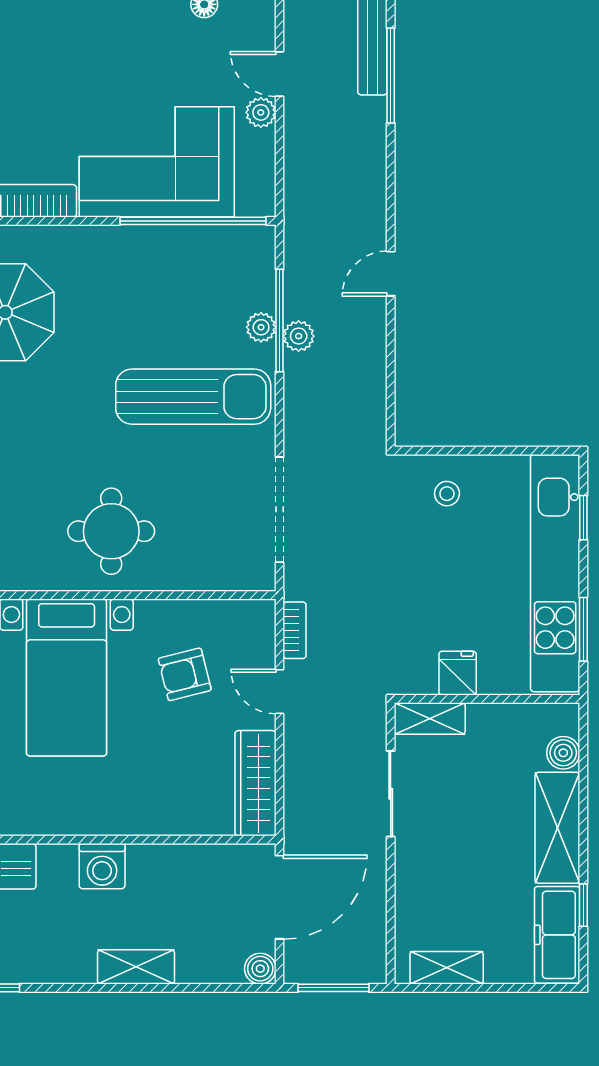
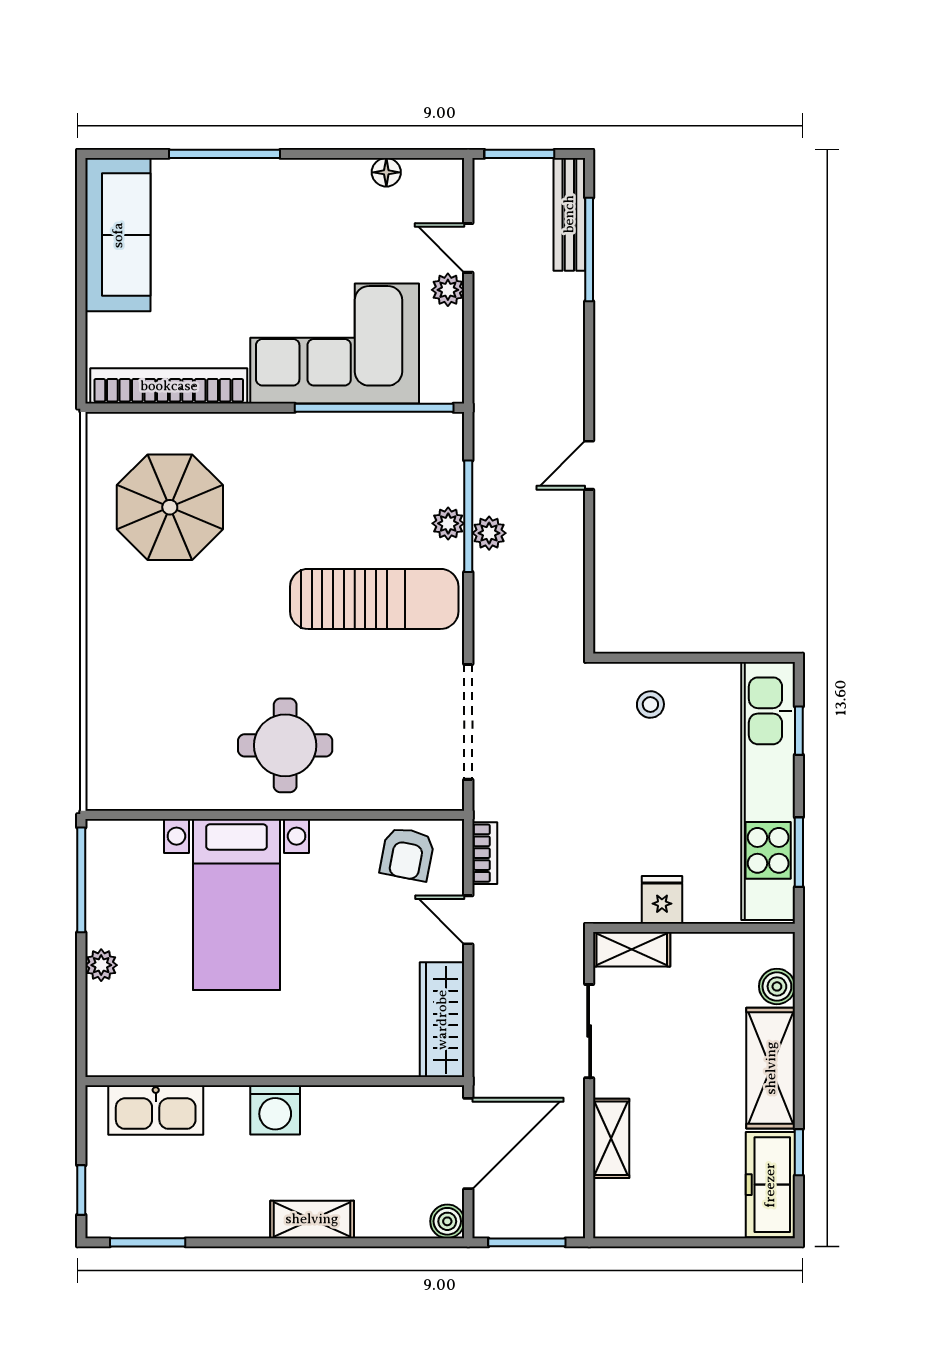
armchair: (185, 674) -> (407, 854), moved, turned -65
shelving: (447, 968) -> (611, 1138), moved, turned 90

